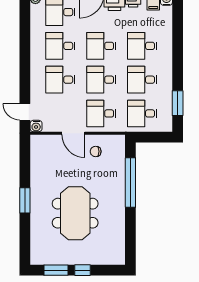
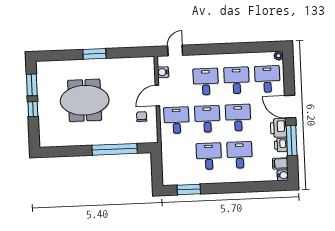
desk: (142, 113) -> (178, 158), removed
water cooler: (36, 126) -> (163, 72), moved

